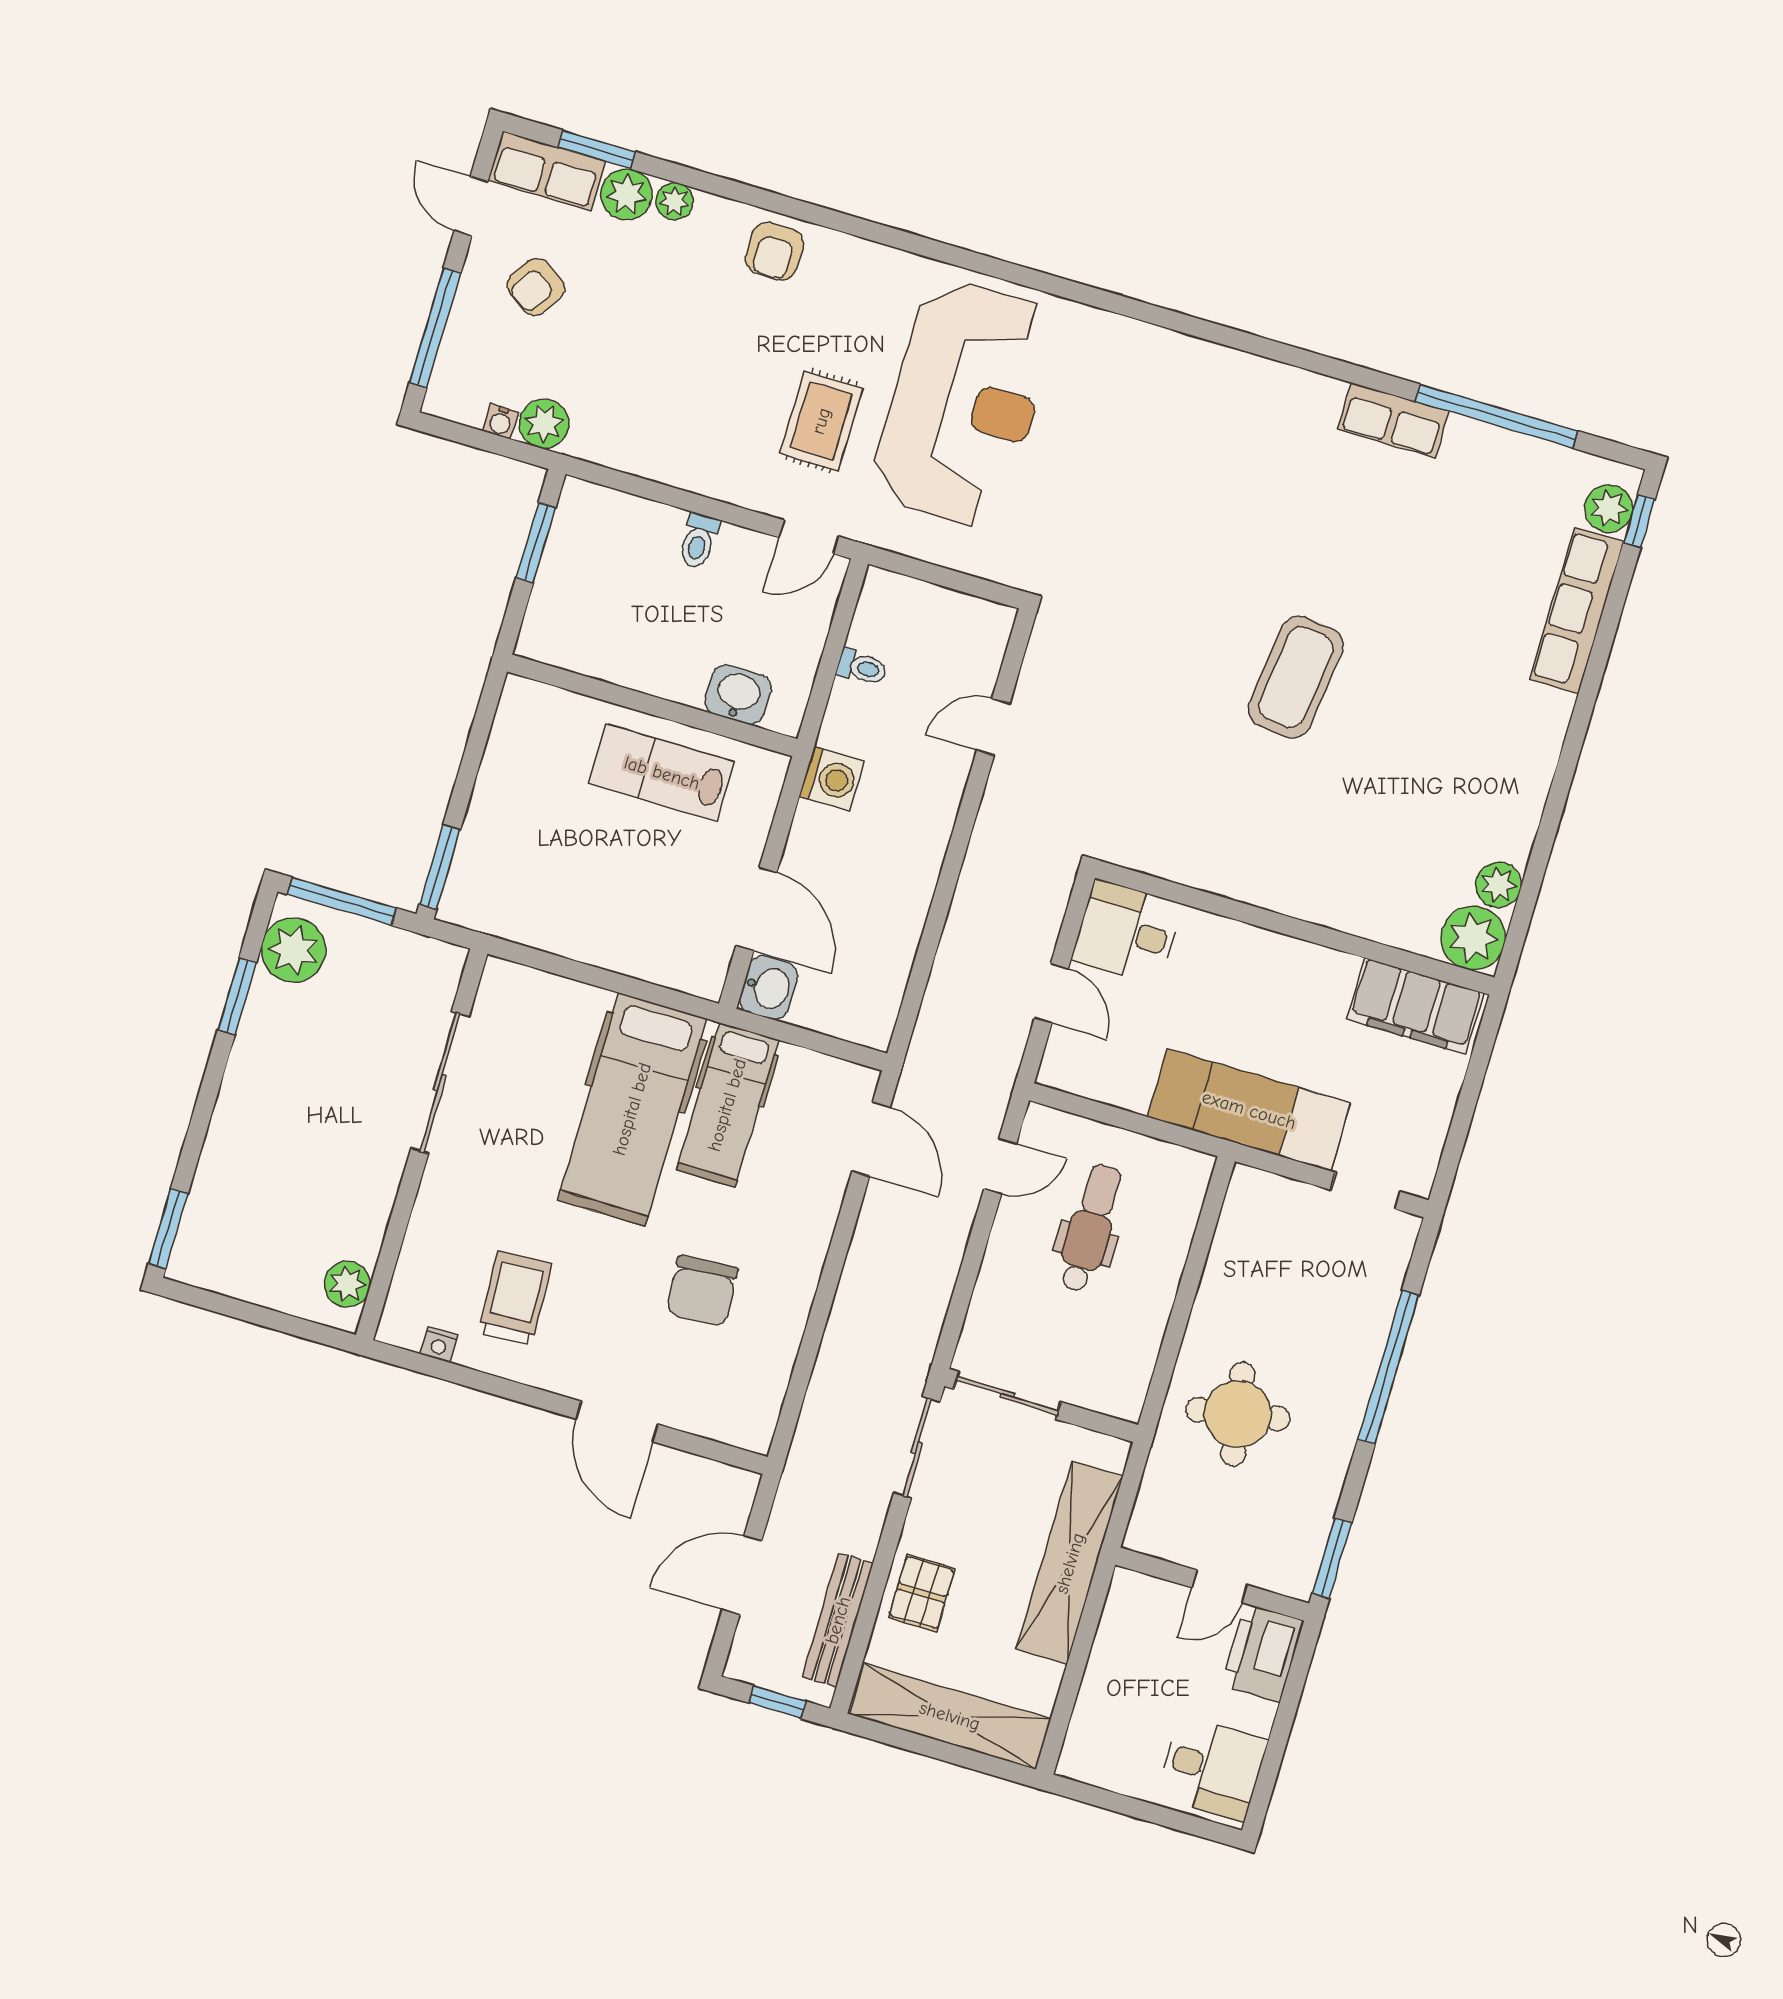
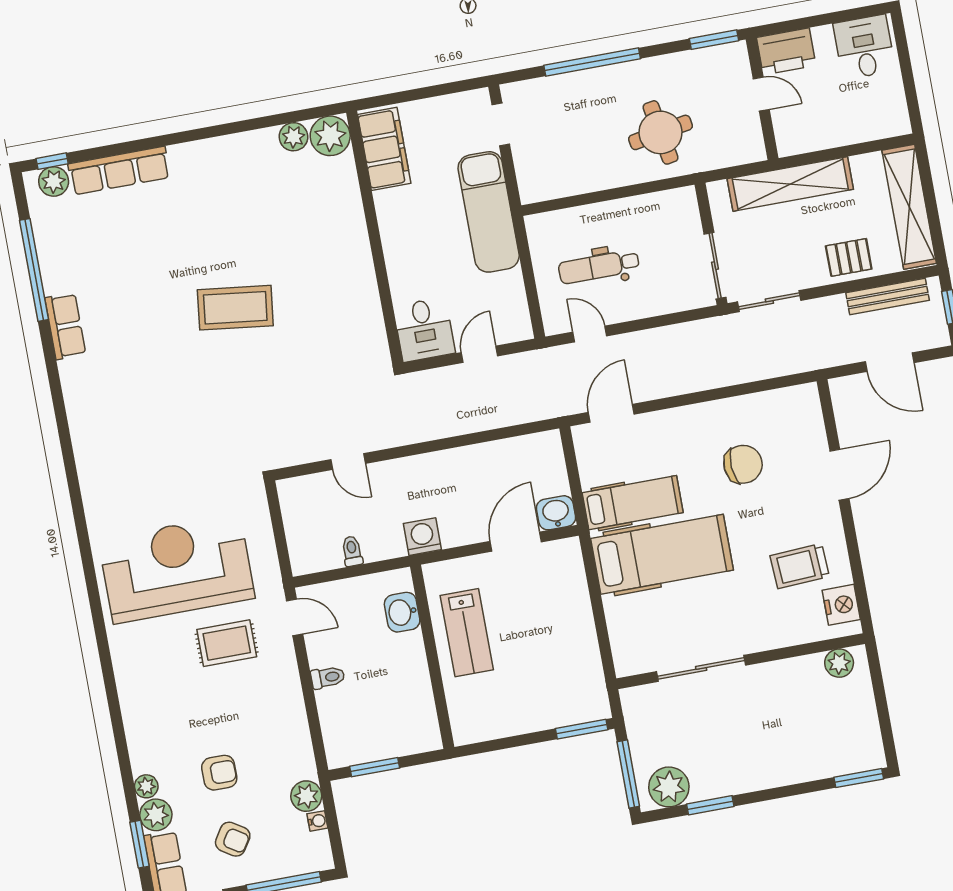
armchair: (774, 251) -> (219, 773), moved
nightstand: (439, 1345) -> (841, 605), width x1.89, depth x1.79

